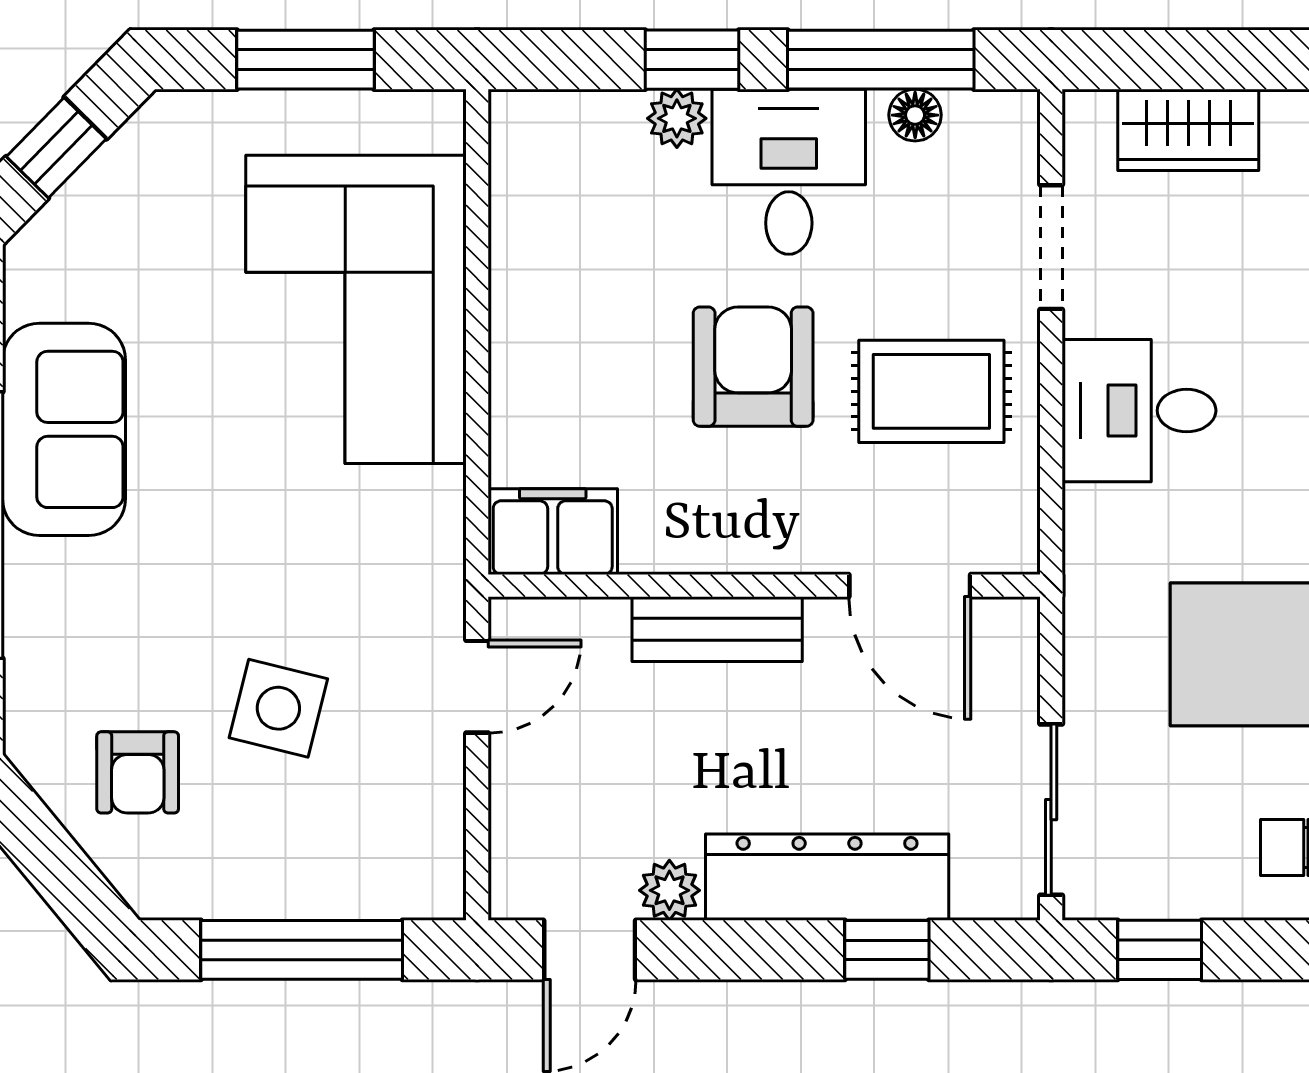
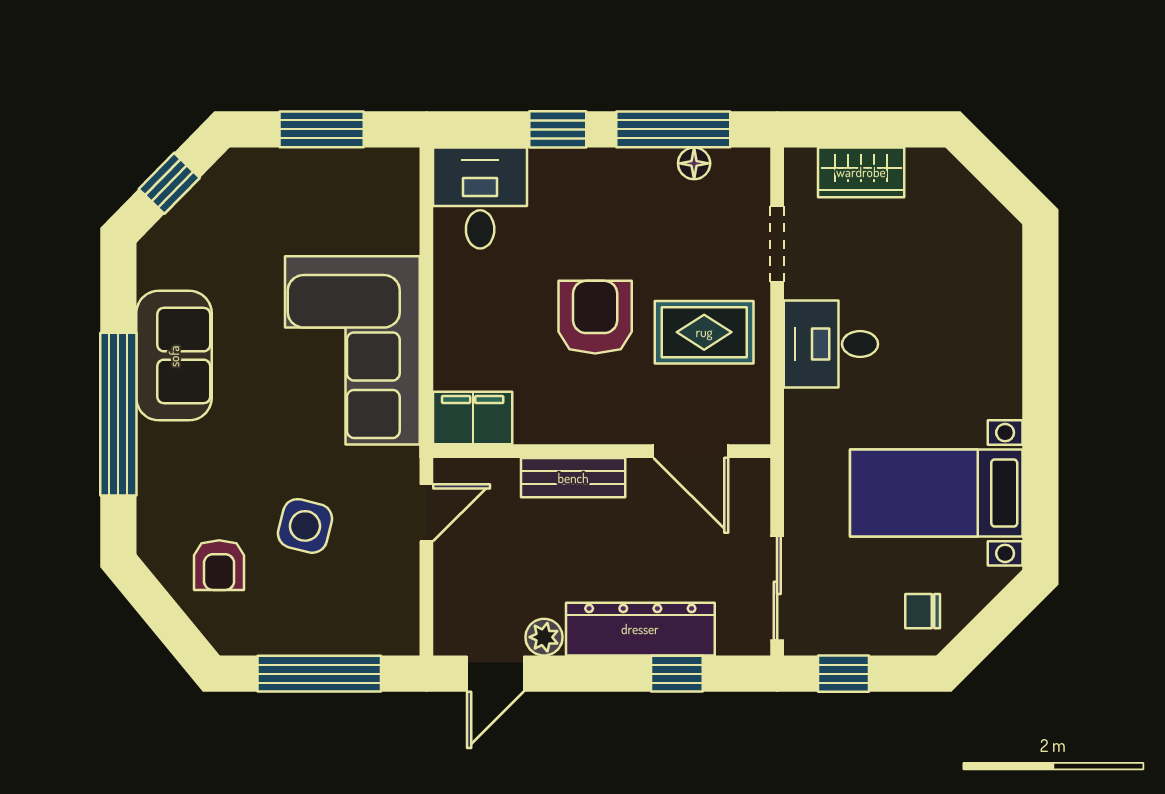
plant: (677, 118) -> (549, 165), removed
desk: (789, 172) -> (480, 198), moved
corner sofa: (356, 309) -> (352, 350), moved

